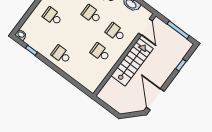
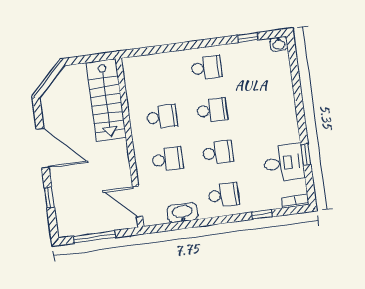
school desk: (52, 17) -> (212, 110), moved
stairs: (132, 62) -> (106, 100), moved
door: (155, 99) -> (43, 148), moved

